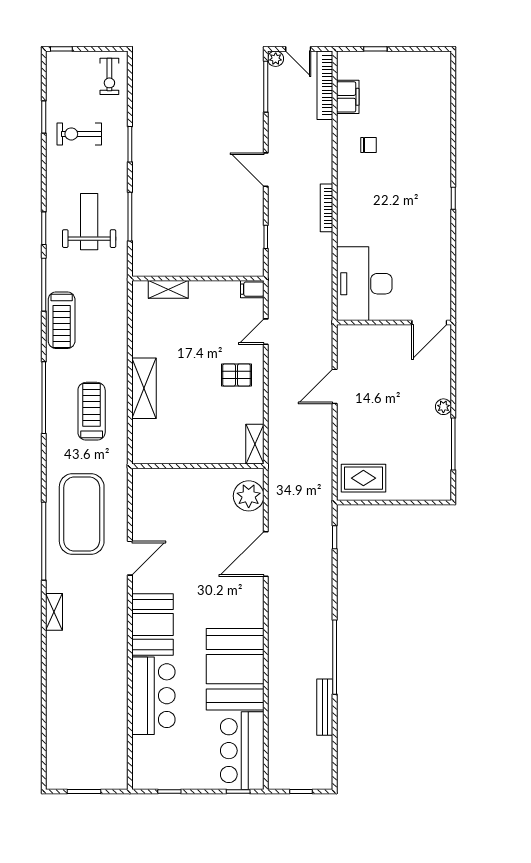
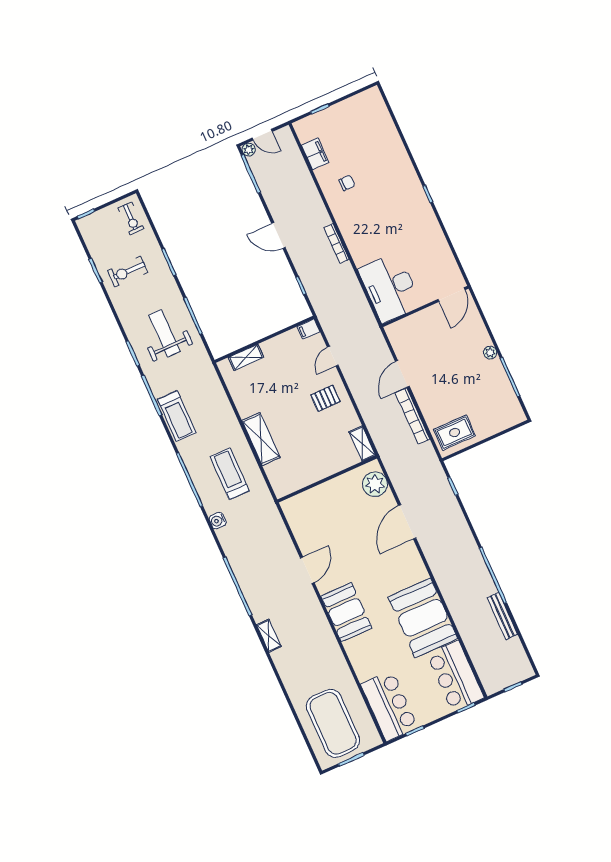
bookcase: (325, 85) -> (413, 416), moved
water cooler: (55, 458) -> (218, 521), added
exercise mat: (82, 514) -> (333, 723), moved
bar counter: (153, 696) -> (389, 706), moved

